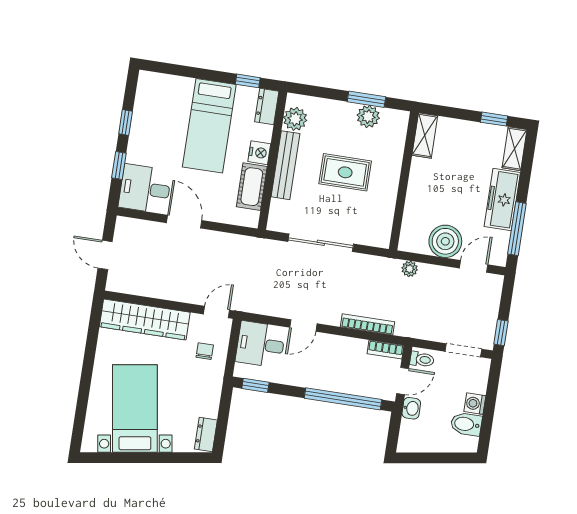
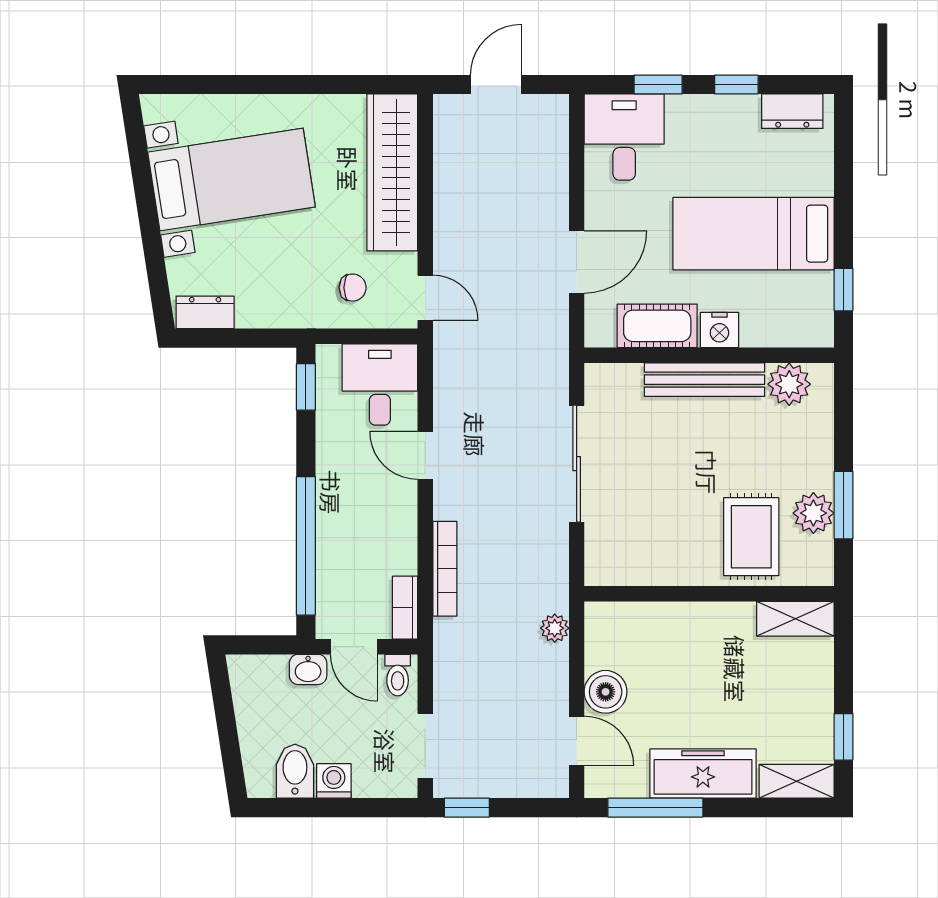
dresser: (267, 107) -> (792, 111), moved, turned 180
rug: (345, 172) -> (751, 537), moved
door: (184, 222) -> (577, 262), moved
boiler: (445, 241) -> (606, 692), width x0.73, depth x0.73

